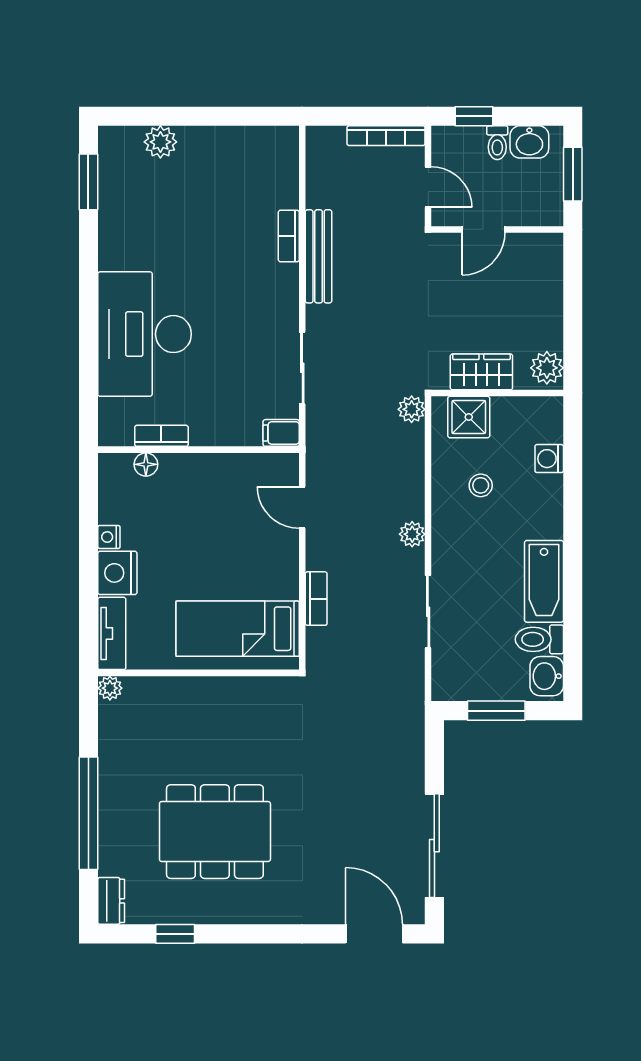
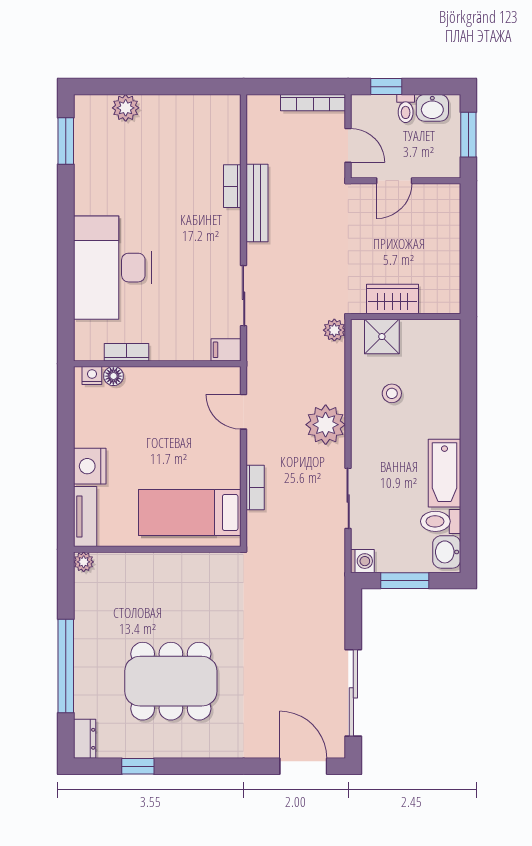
plant: (547, 368) -> (447, 296), removed
washing machine: (549, 459) -> (362, 561), moved, turned 180
plant: (412, 534) -> (326, 425), width x1.87, depth x1.87
nightstand: (109, 537) -> (92, 375), moved, turned 90

